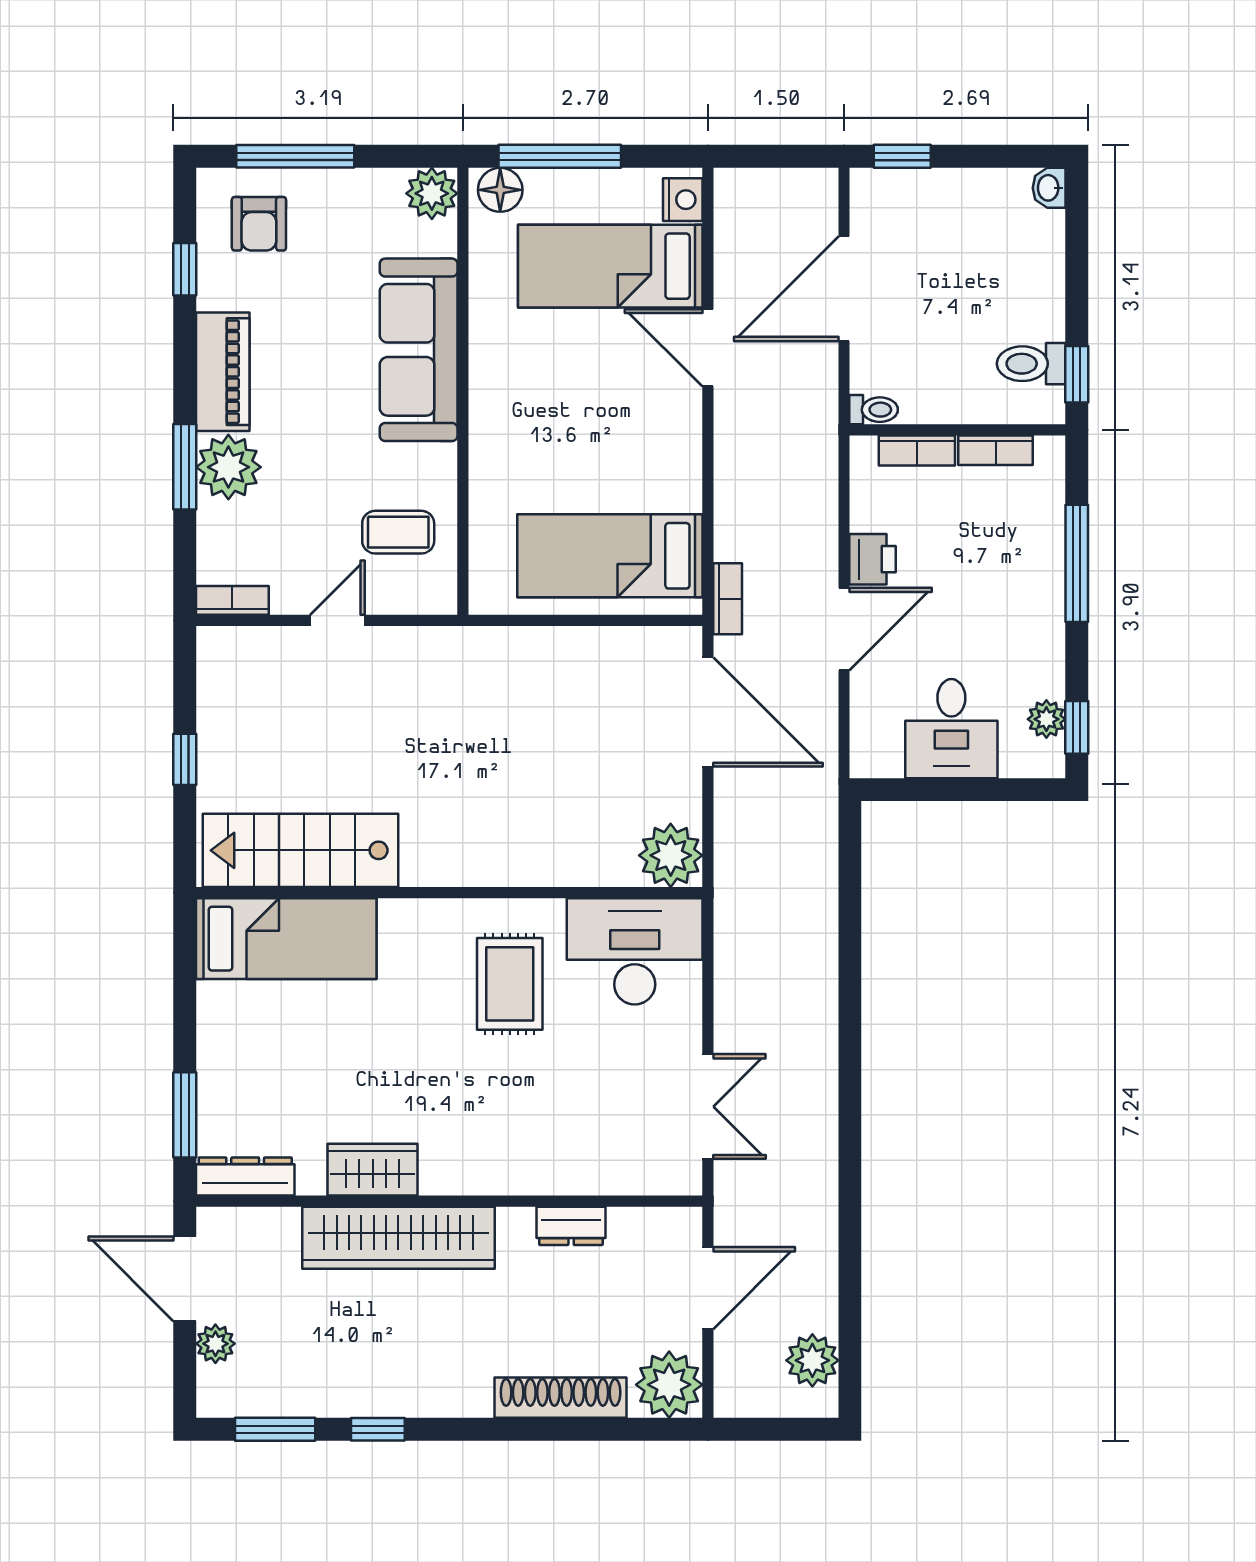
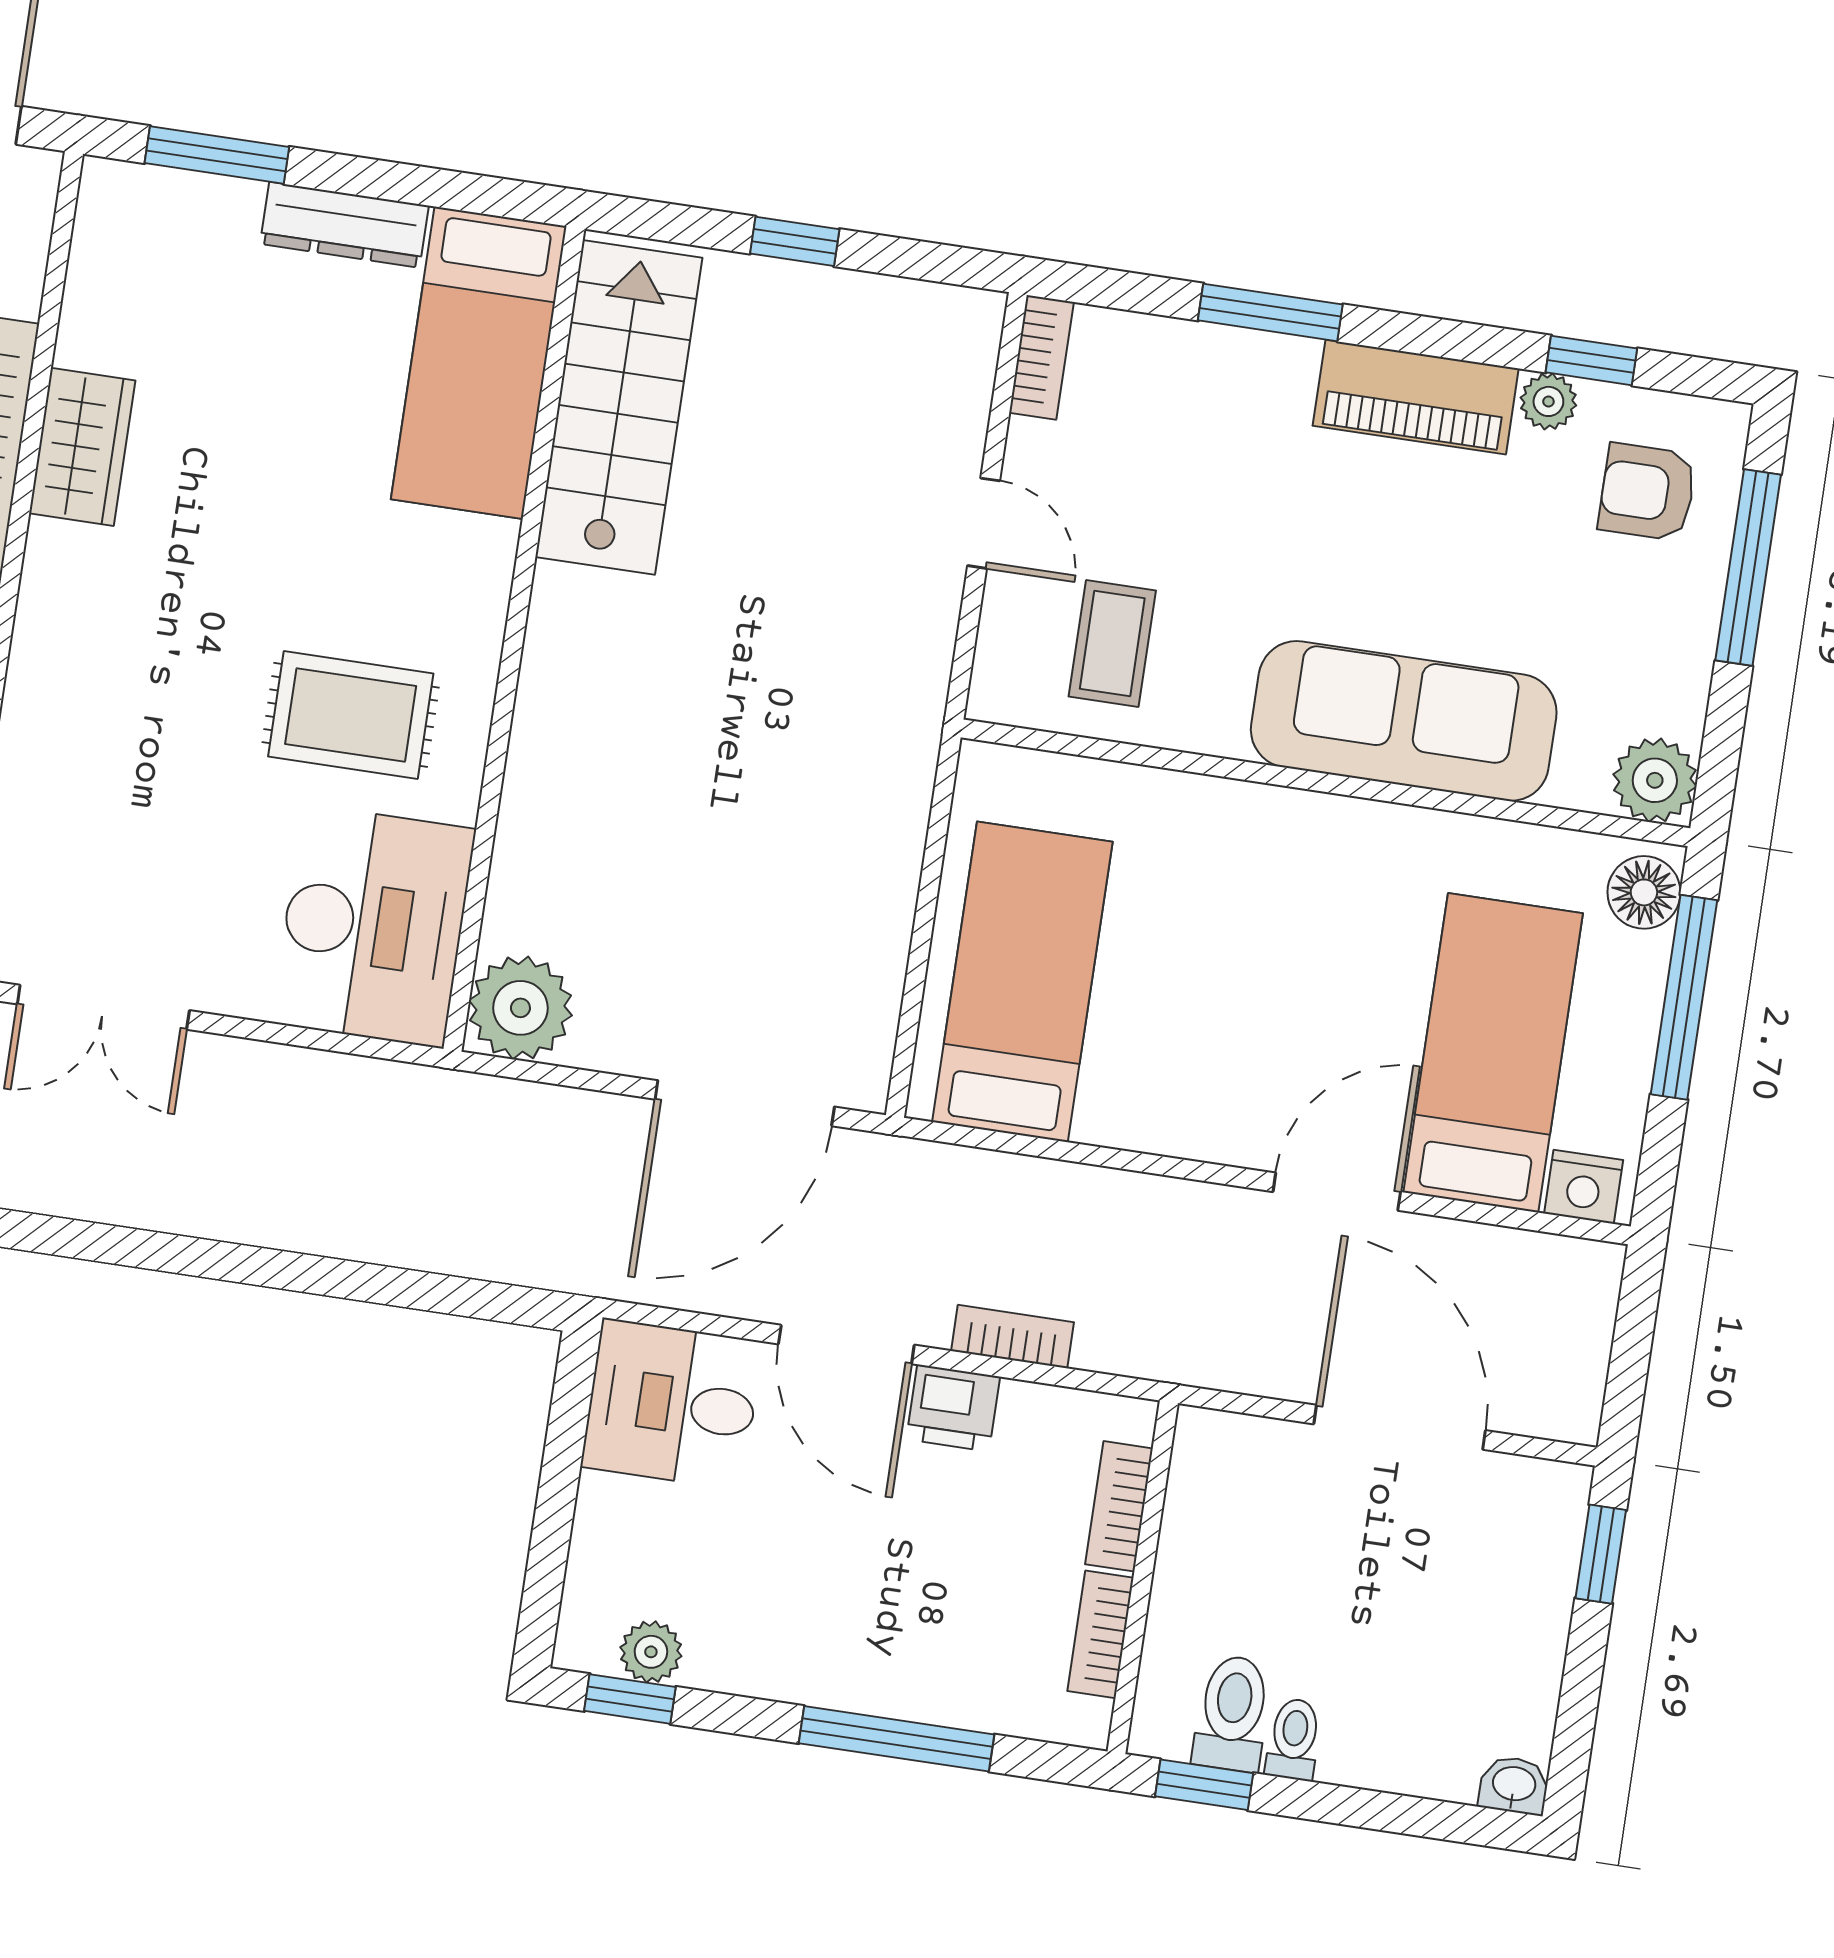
toilet: (874, 410) -> (1294, 1739), moved, turned 180
plant: (228, 467) -> (1548, 401), moved, width x0.53, depth x0.53
bookcase: (728, 599) -> (1012, 1337), moved, turned 180
desk: (951, 729) -> (672, 1404), moved
dresser: (245, 1176) -> (344, 225), moved, turned 90

